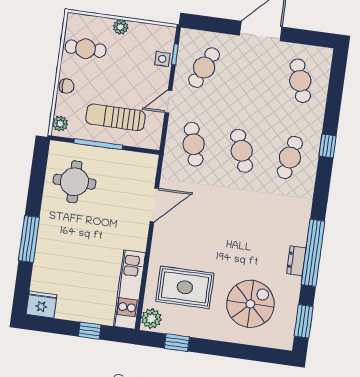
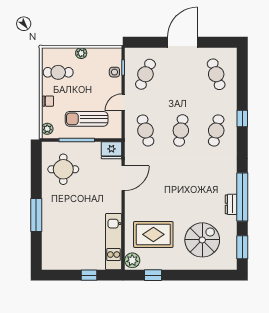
cafe table: (242, 151) -> (181, 130), turned 30
fridge: (41, 305) -> (111, 150), moved, turned 180

